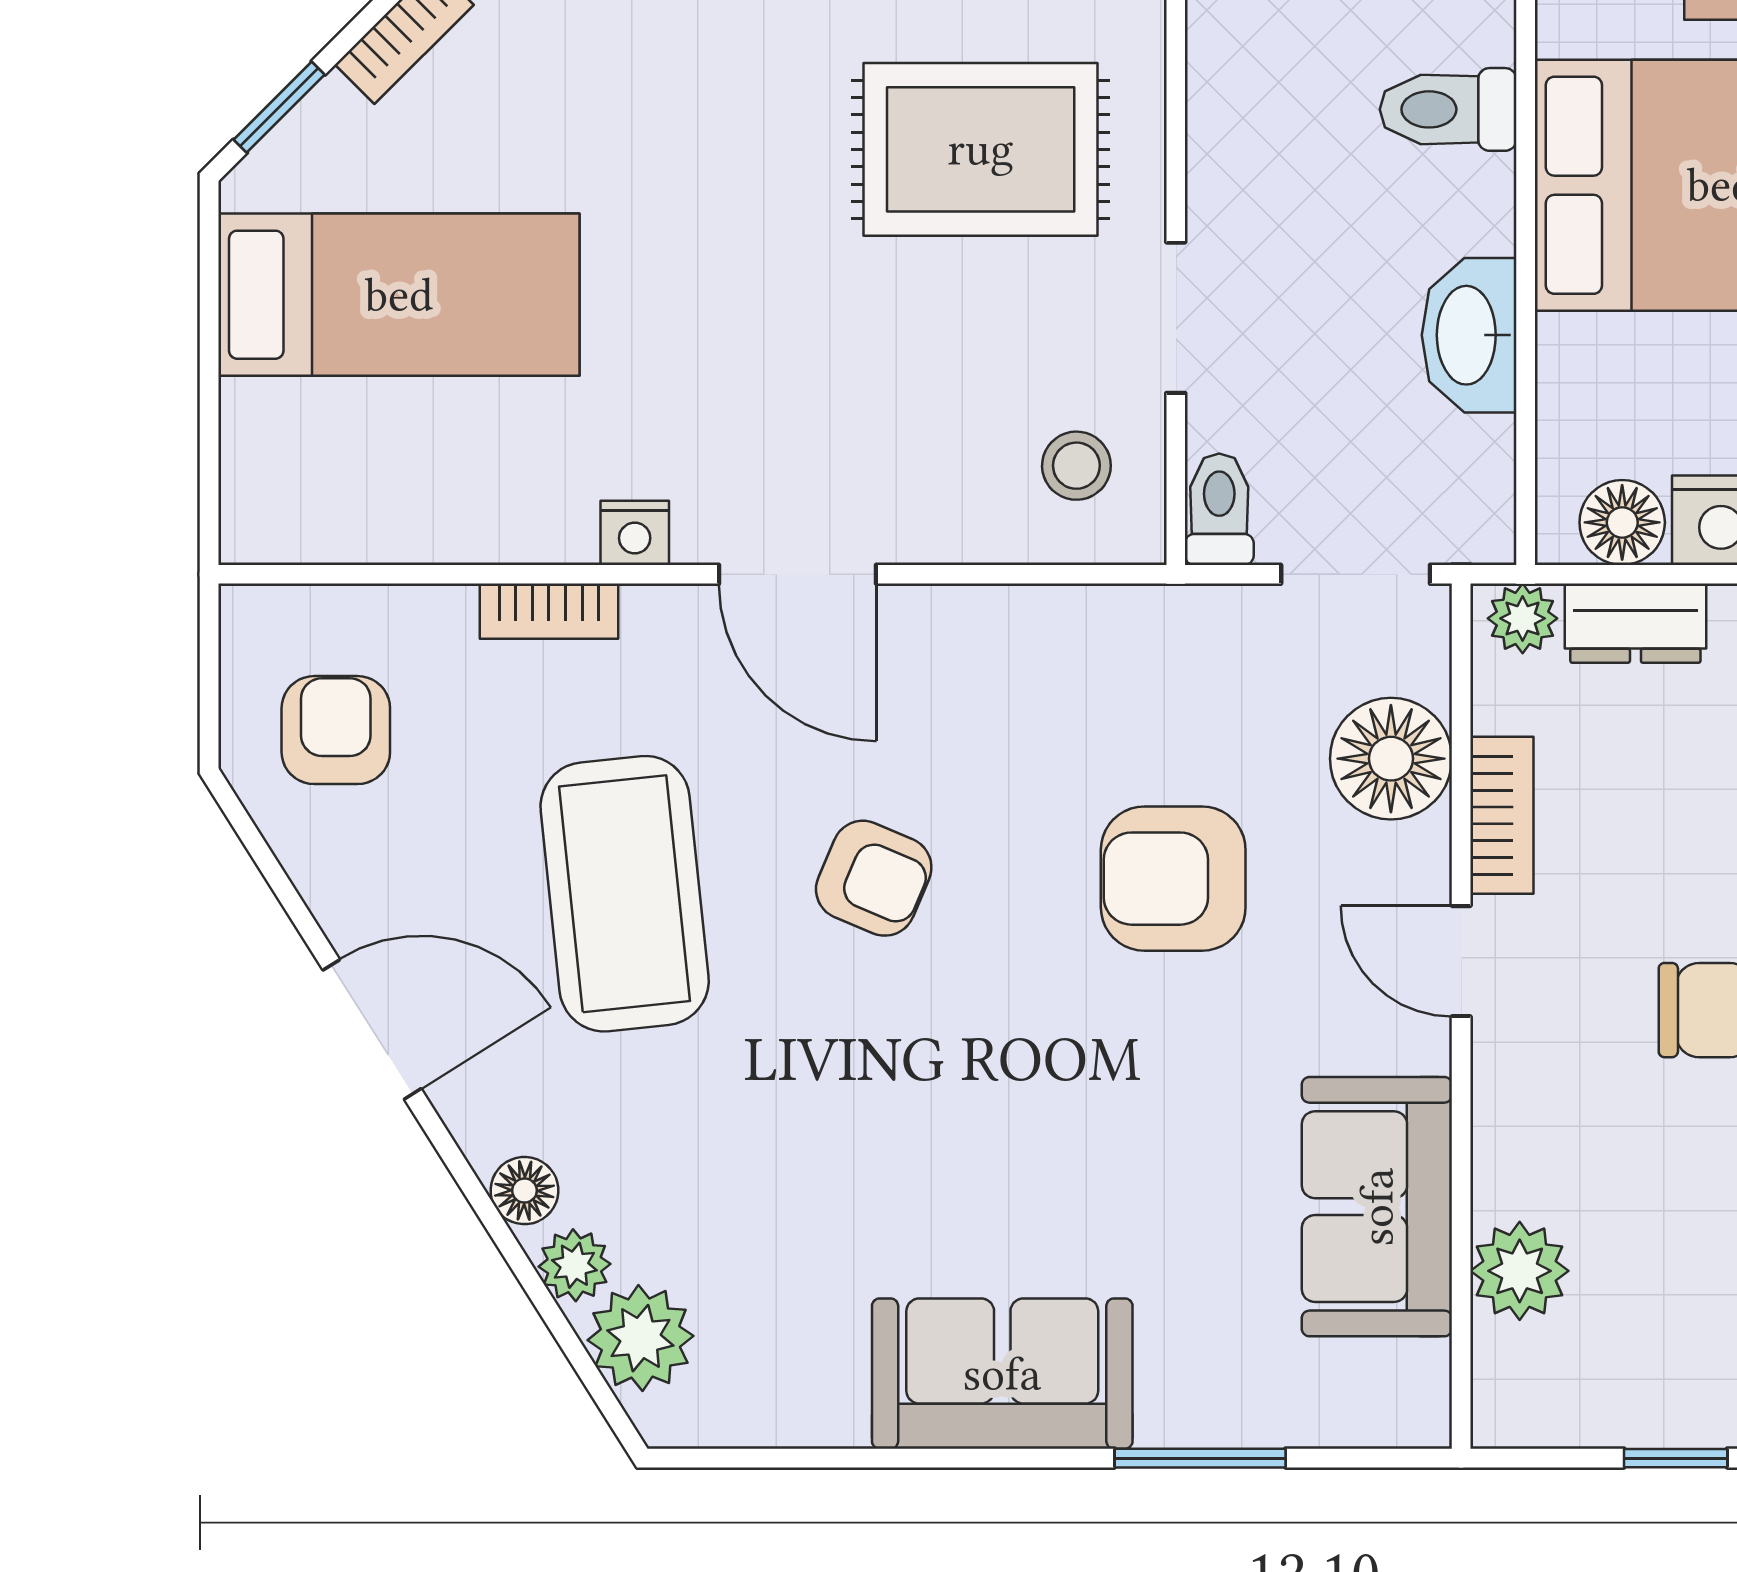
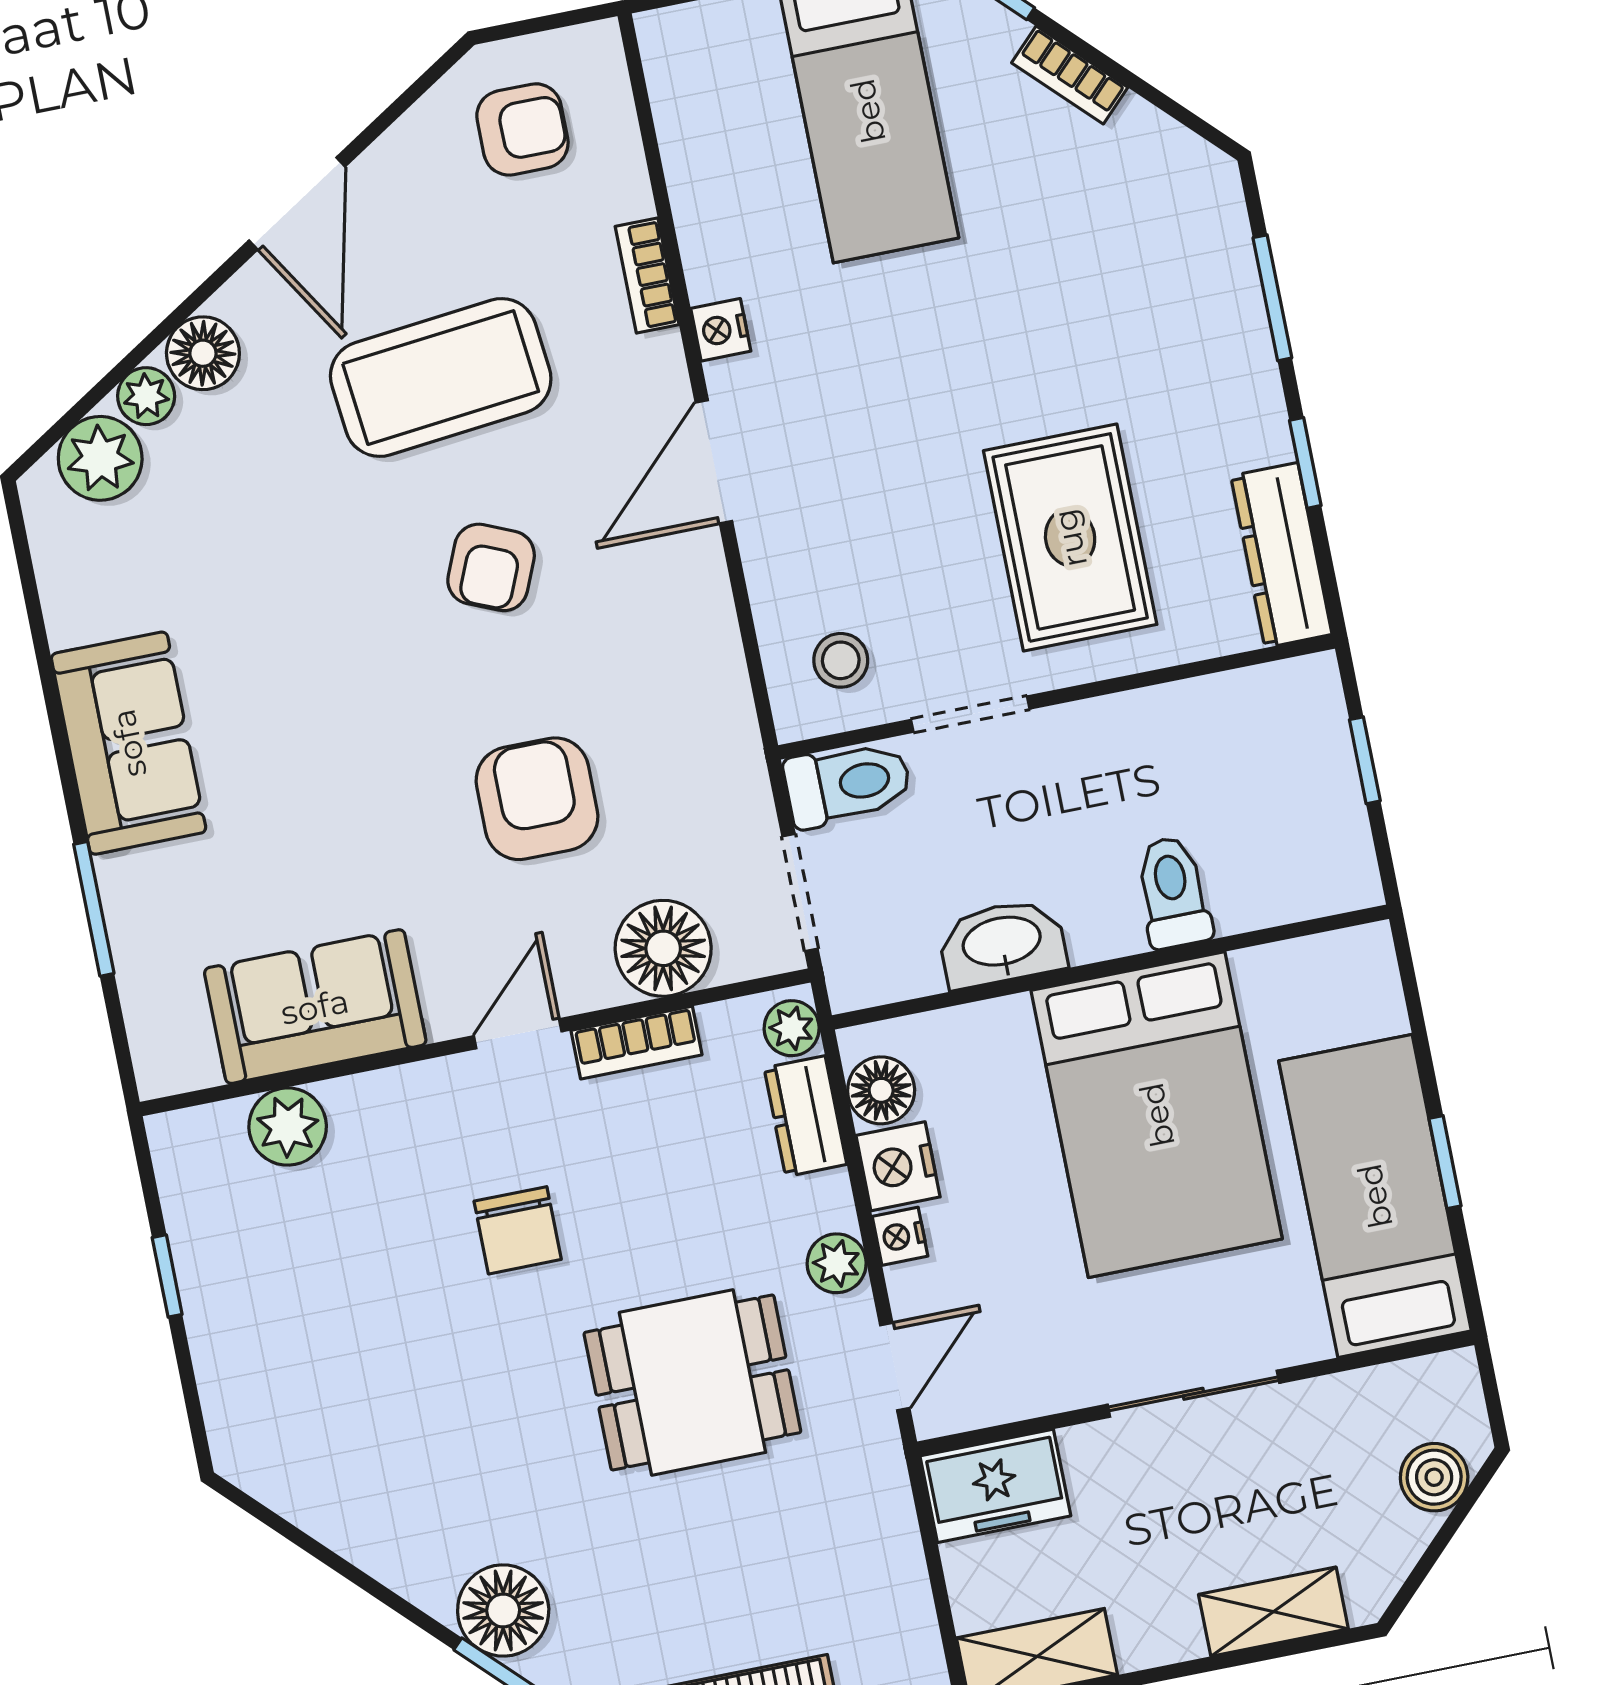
toilet: (1219, 509) -> (848, 784), width x1.37, depth x1.39
floor lamp: (524, 1191) -> (203, 353), width x1.37, depth x1.37

